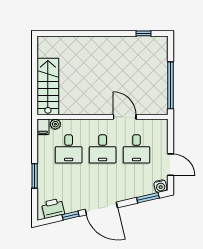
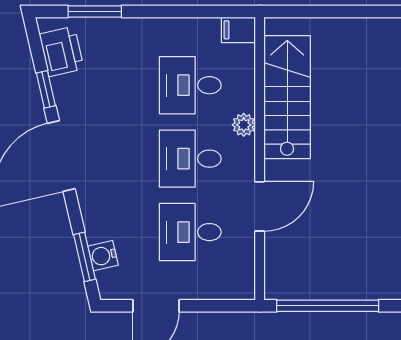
stairs: (48, 87) -> (287, 97), moved, turned -90
plant: (55, 124) -> (244, 125), moved
window: (35, 176) -> (95, 11), moved
water cooler: (160, 186) -> (103, 256), moved

